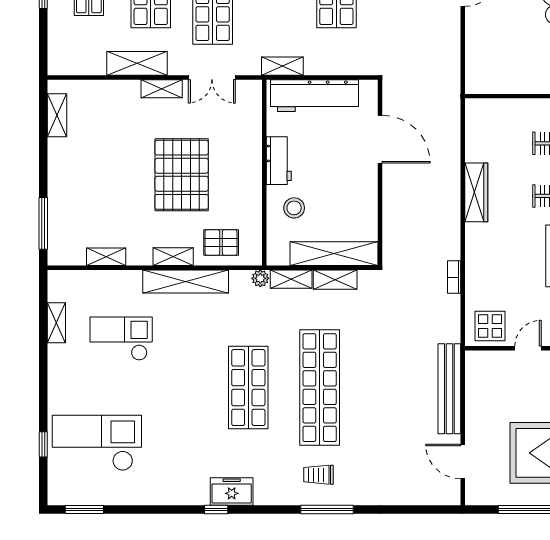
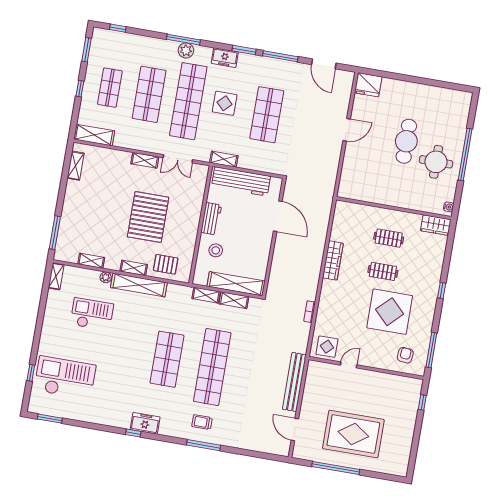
shelving: (137, 63) -> (94, 135), moved
plant: (260, 278) -> (106, 277), moved
shelving: (56, 323) -> (56, 276), moved

